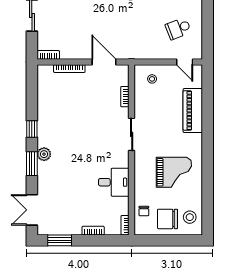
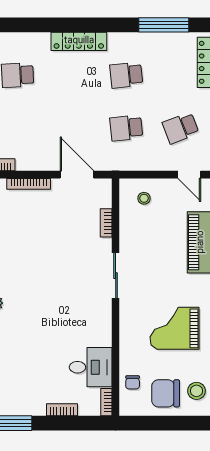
school desk: (139, 28) -> (126, 128), added
grand piano: (174, 172) -> (175, 328), turned 180
desk: (114, 182) -> (91, 367), moved

